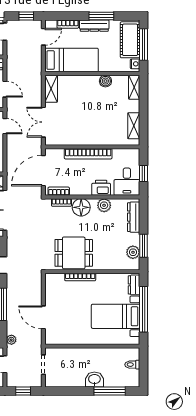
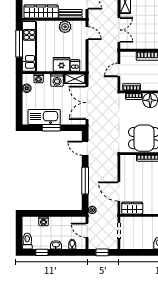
double door: (43, 122) -> (119, 30), swing flipped
door: (43, 171) -> (119, 70), width x0.53
wardrobe: (59, 337) -> (132, 208), added

